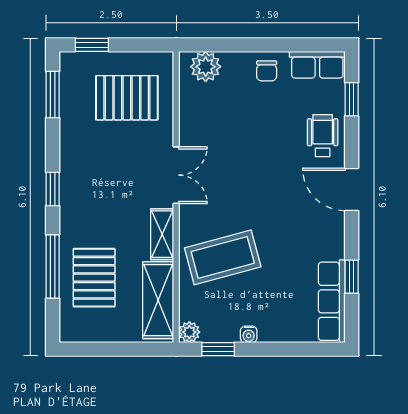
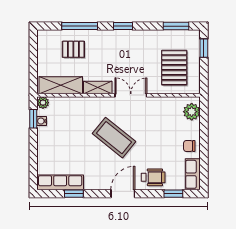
double door: (176, 175) -> (131, 95), swing flipped
coffee table: (223, 257) -> (114, 138), moved, turned -36
pallet: (94, 278) -> (73, 49), width x0.67, depth x0.71
water cooler: (249, 334) -> (42, 121), moved

